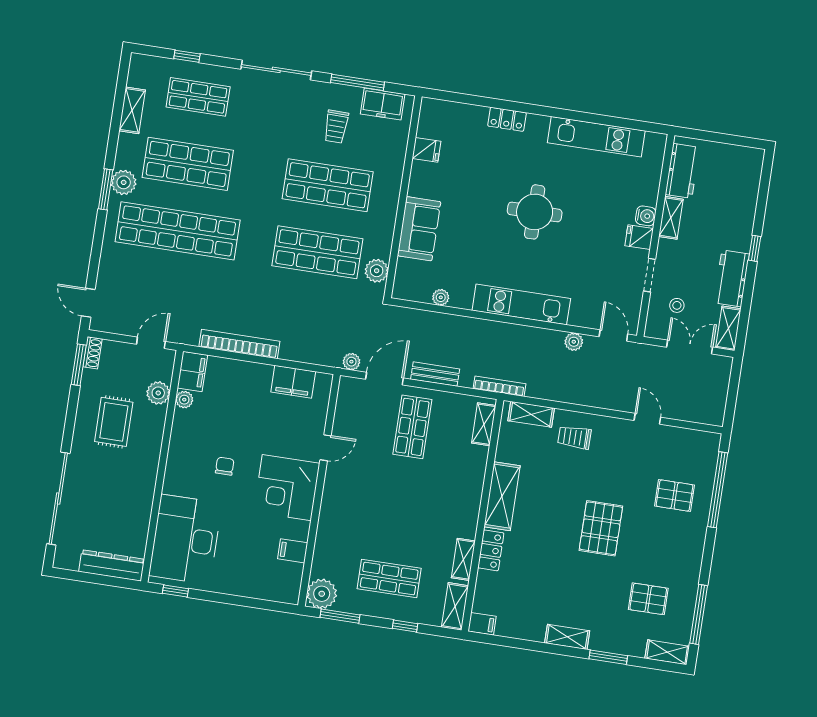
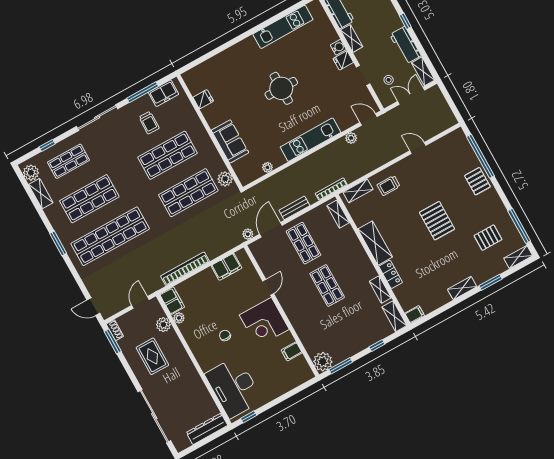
locker: (507, 119) -> (232, 53), removed
plant: (124, 182) -> (31, 173), moved
pallet: (675, 495) -> (477, 181), moved, turned 90
shop shelf: (389, 579) -> (327, 285), moved, turned 90

